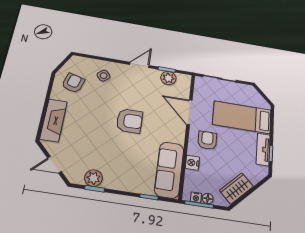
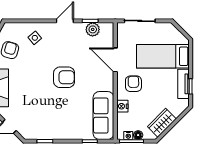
plant: (93, 178) -> (43, 132), removed

